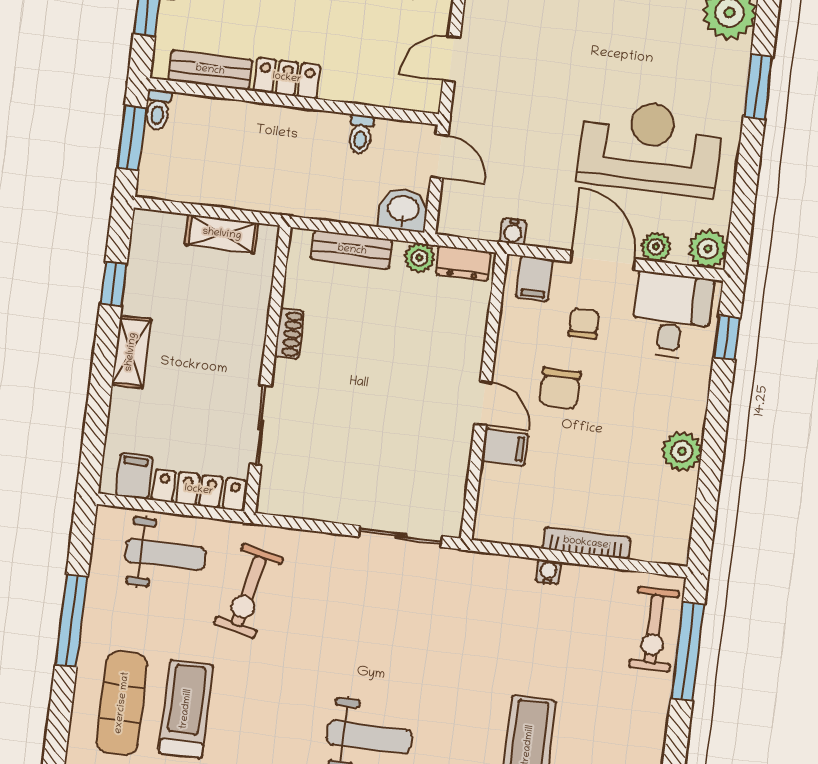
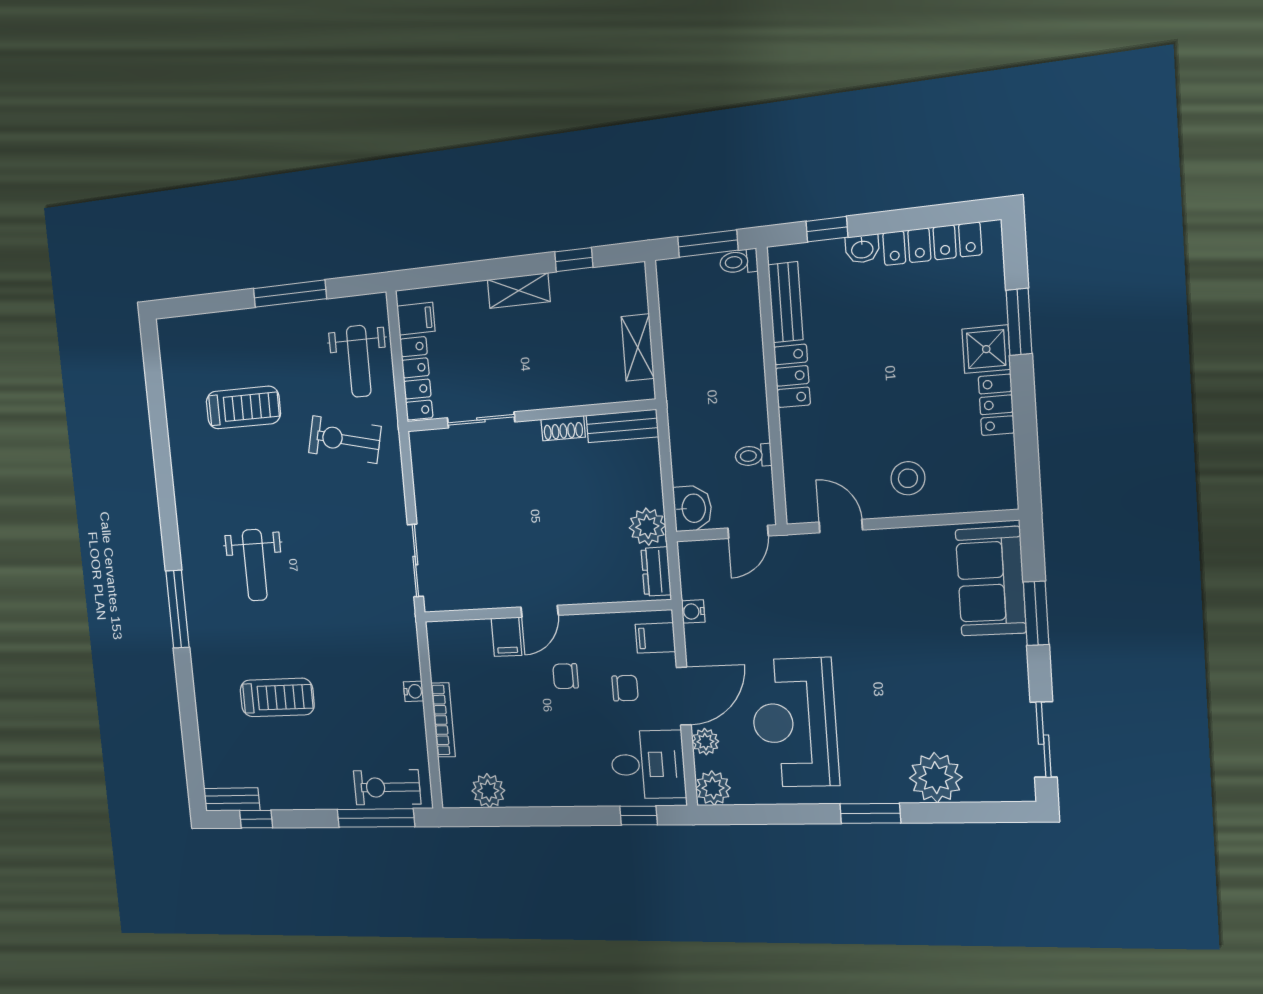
reception desk: (650, 147) -> (794, 723), turned 180
bench: (352, 250) -> (622, 426), moved, turned 90
plant: (419, 258) -> (647, 527), width x1.38, depth x1.38
chair: (560, 388) -> (566, 676), width x0.73, depth x0.73
plant: (682, 451) -> (488, 791), moved
exercise mat: (122, 703) -> (236, 353), removed

